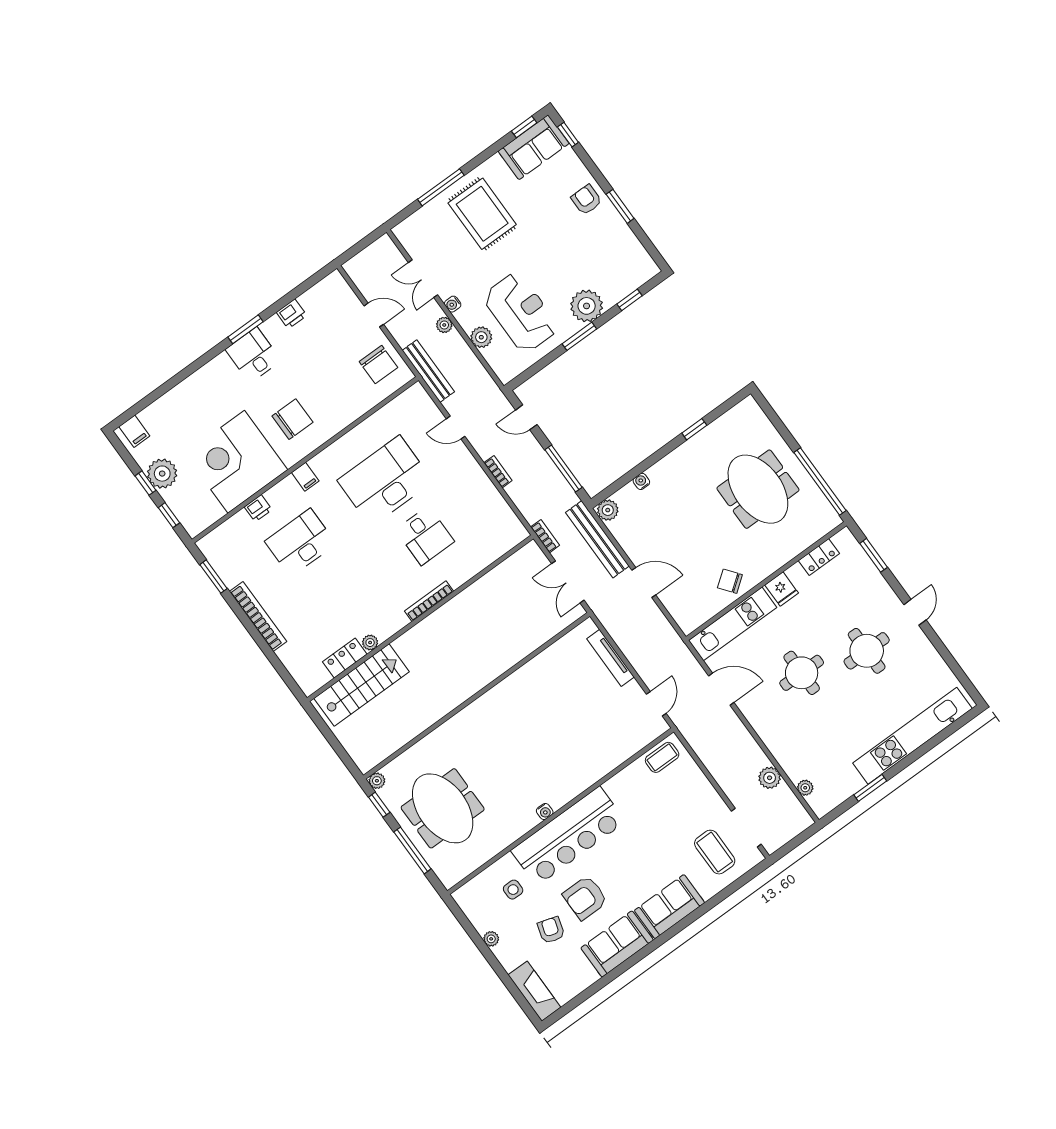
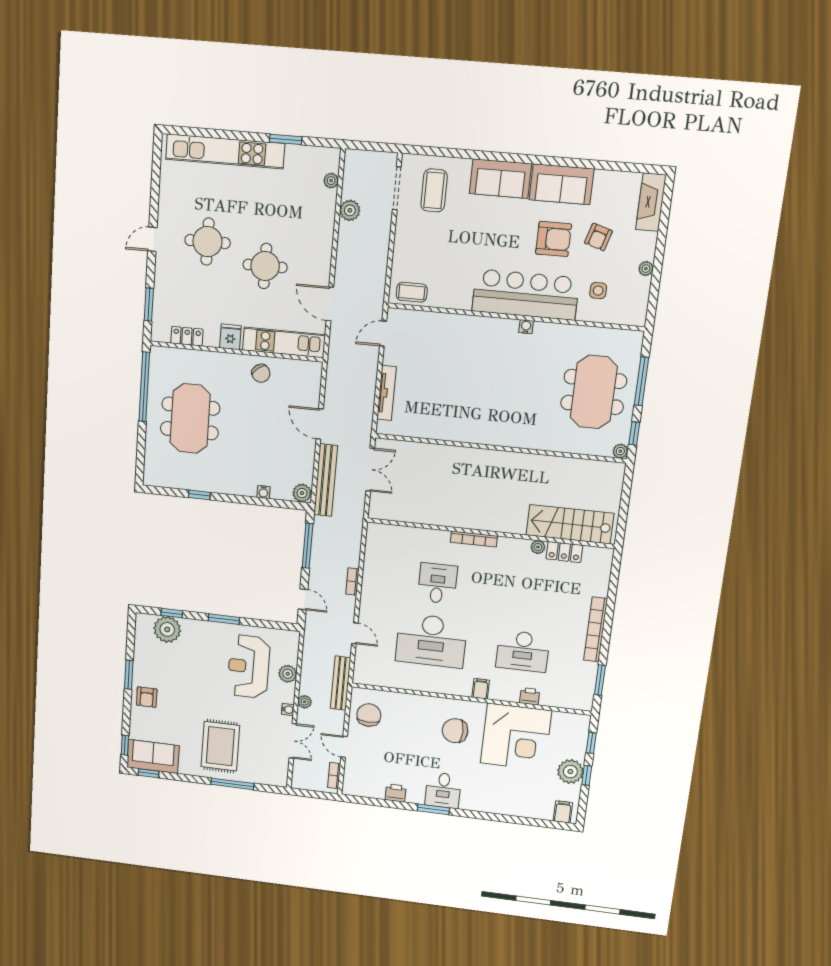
plant: (587, 306) -> (167, 629), moved
bookcase: (545, 536) -> (334, 776), moved

